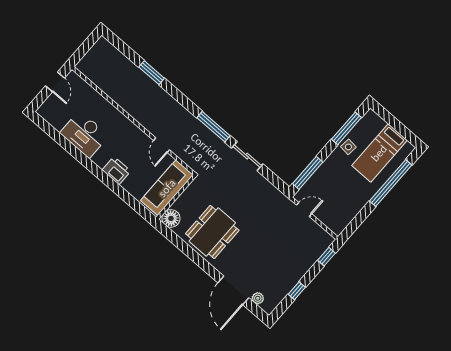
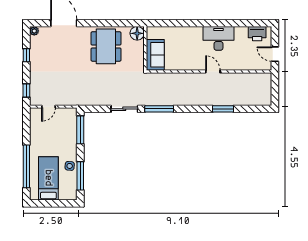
desk: (84, 134) -> (218, 38), moved
door: (162, 145) -> (213, 71), moved
printer: (116, 170) -> (257, 34), moved
sofa: (167, 188) -> (155, 55), width x0.73
door: (304, 209) -> (48, 107), moved
plant: (258, 298) -> (34, 31), moved

